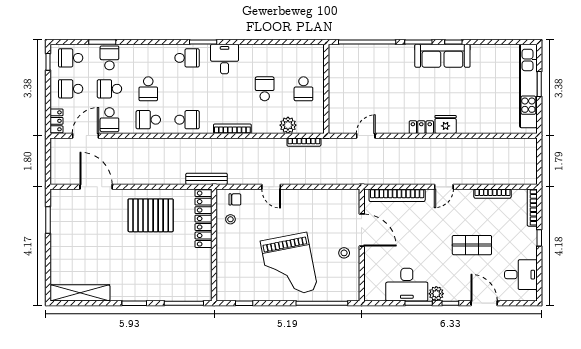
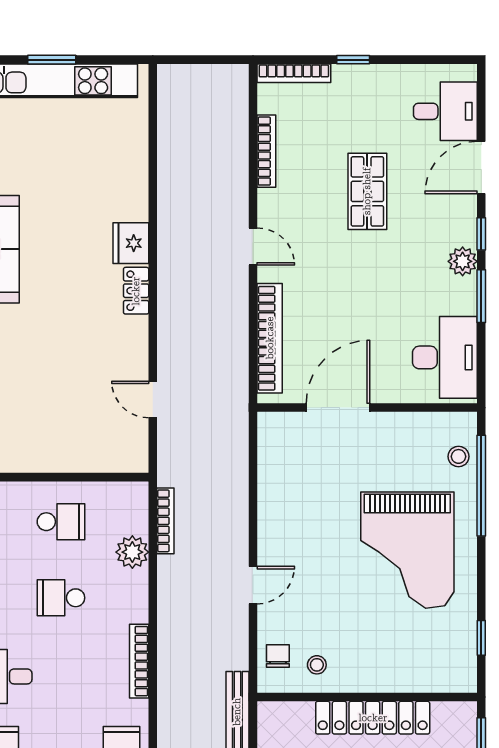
locker: (204, 219) -> (373, 718), moved
stool: (344, 253) -> (459, 456), moved
grand piano: (289, 265) -> (407, 550), turned 101
desk: (521, 275) -> (445, 111), moved, turned 90
desk: (407, 285) -> (445, 357), moved

